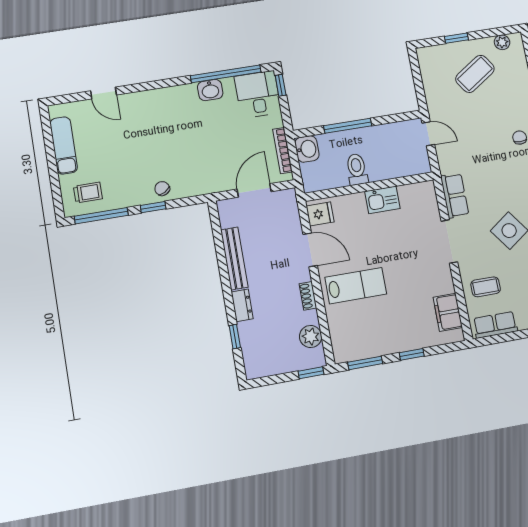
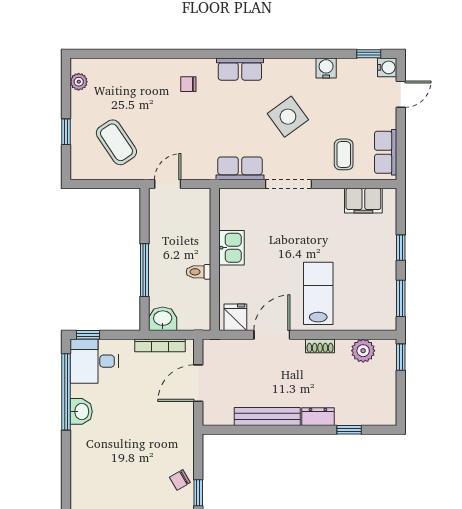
coffee table: (475, 74) -> (116, 142), moved
toilet: (357, 169) -> (198, 272), width x0.73, depth x0.72
door: (254, 190) -> (198, 383), hinge flipped

